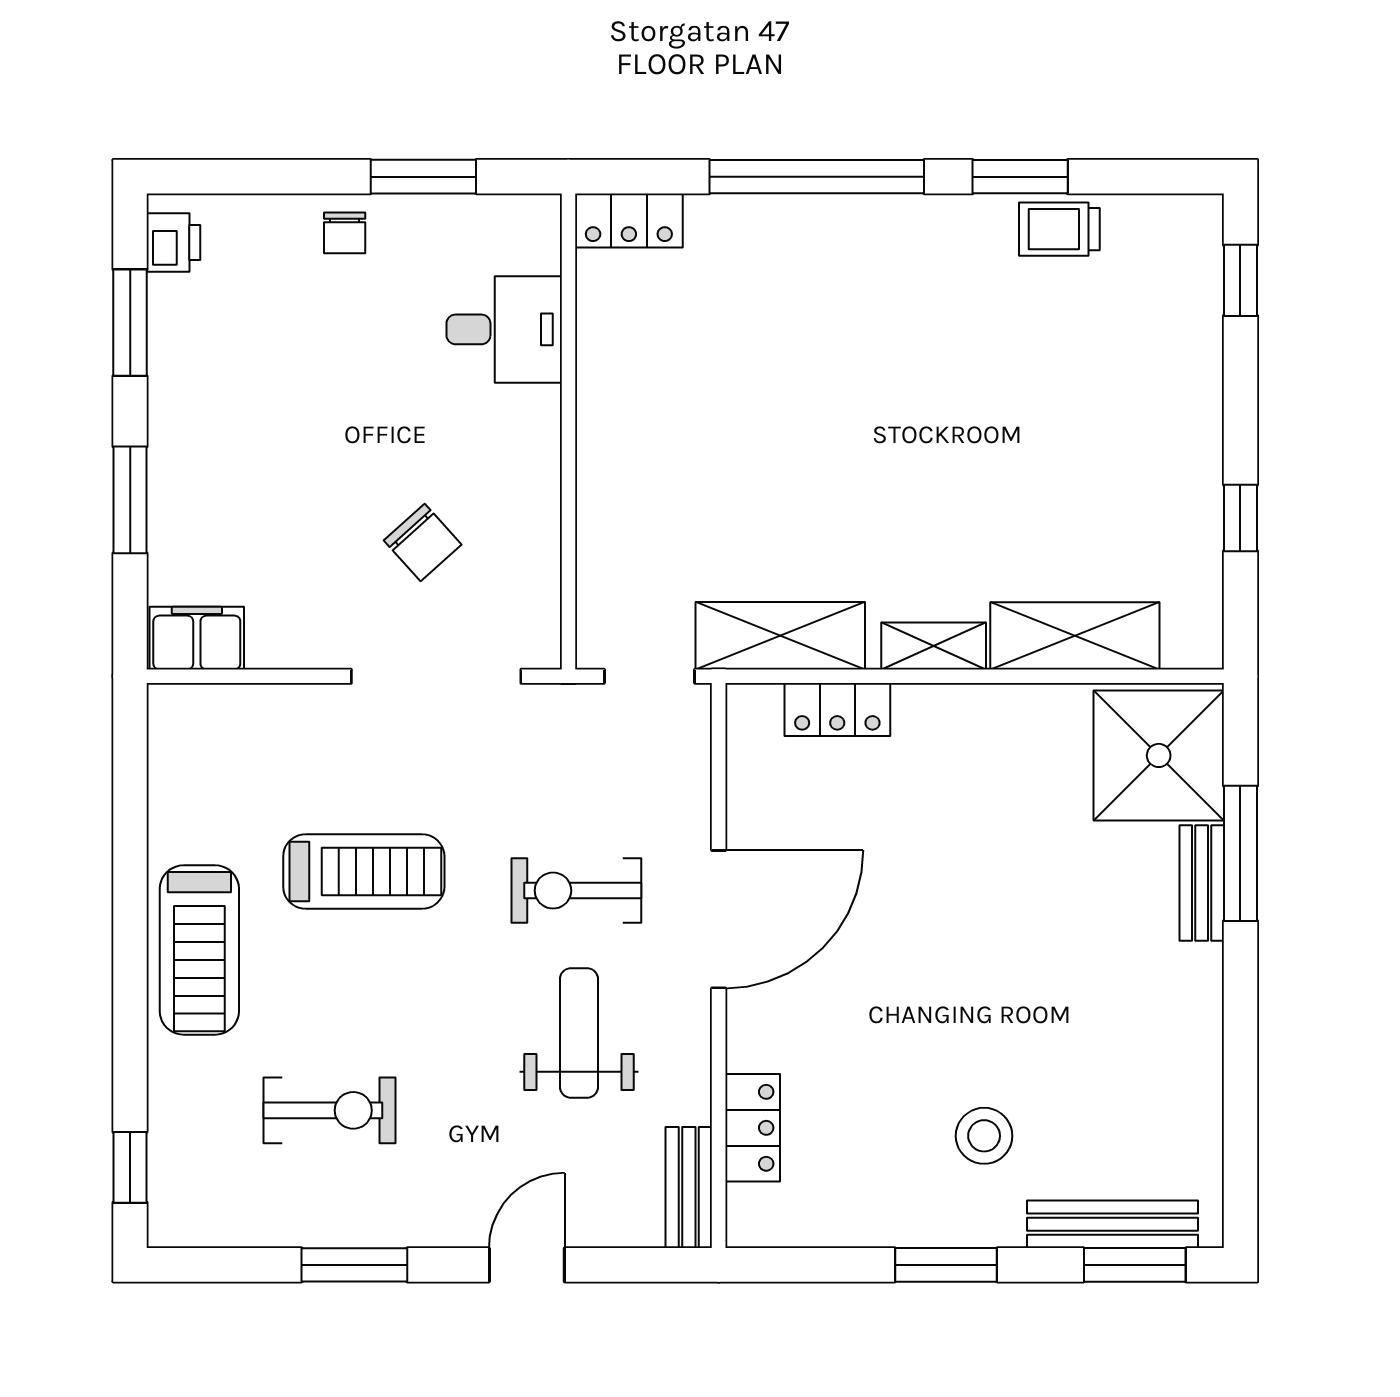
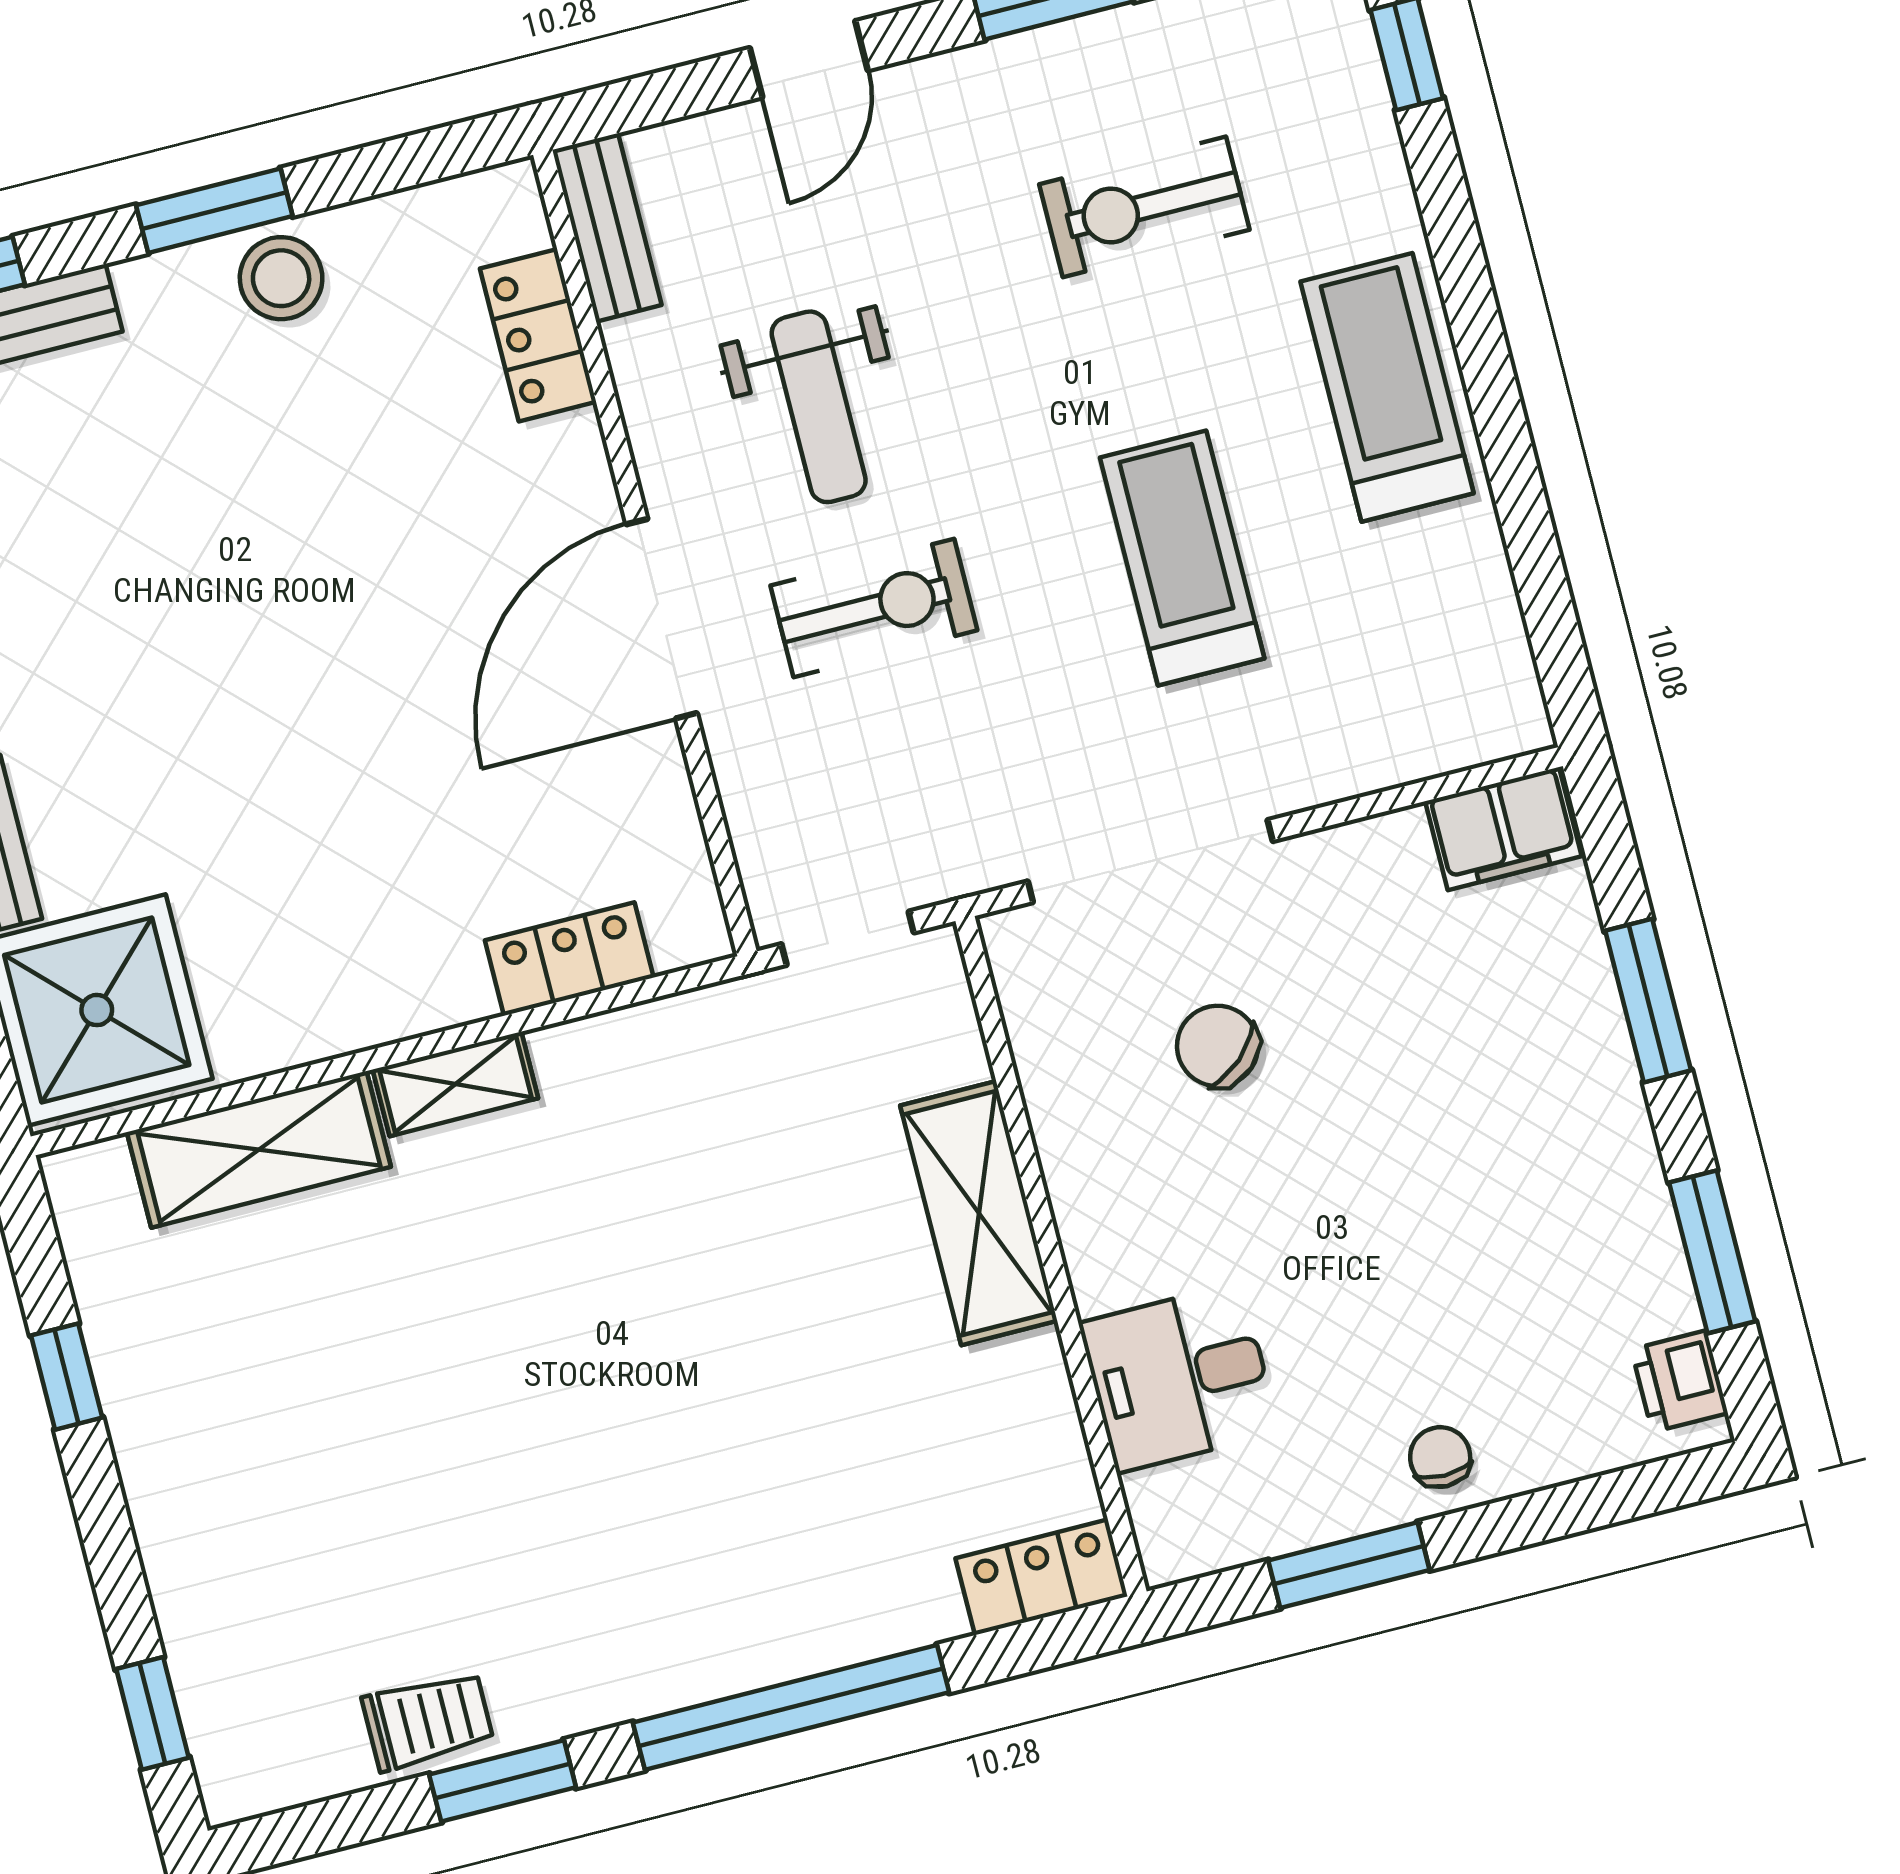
shelving: (780, 636) -> (979, 1213), moved, turned 90
treadmill: (364, 872) -> (1182, 558), turned 90
stool: (984, 1136) -> (281, 278), moved

